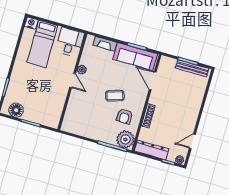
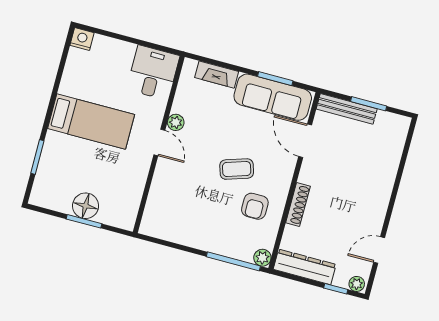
bed: (42, 44) -> (91, 122), moved, turned -90
bench: (192, 68) -> (347, 109), moved
floor lamp: (16, 110) -> (86, 206), moved
plant: (125, 139) -> (262, 258), width x0.53, depth x0.53

